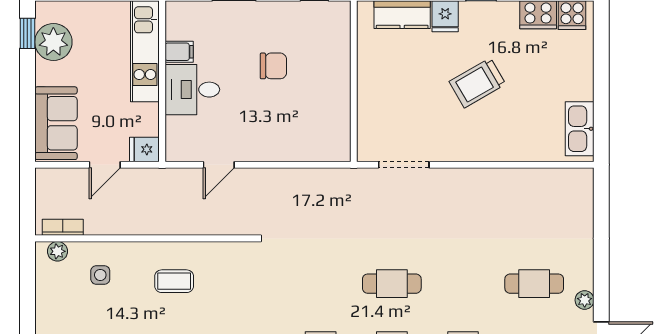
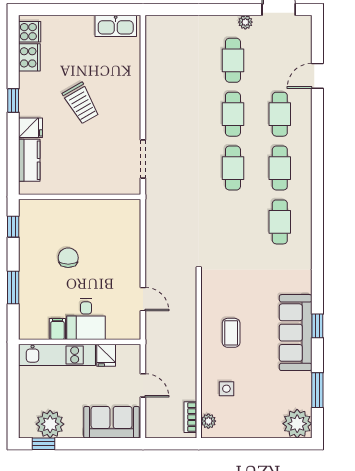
fridge: (144, 149) -> (106, 355), moved
cafe table: (463, 284) -> (233, 114), added

